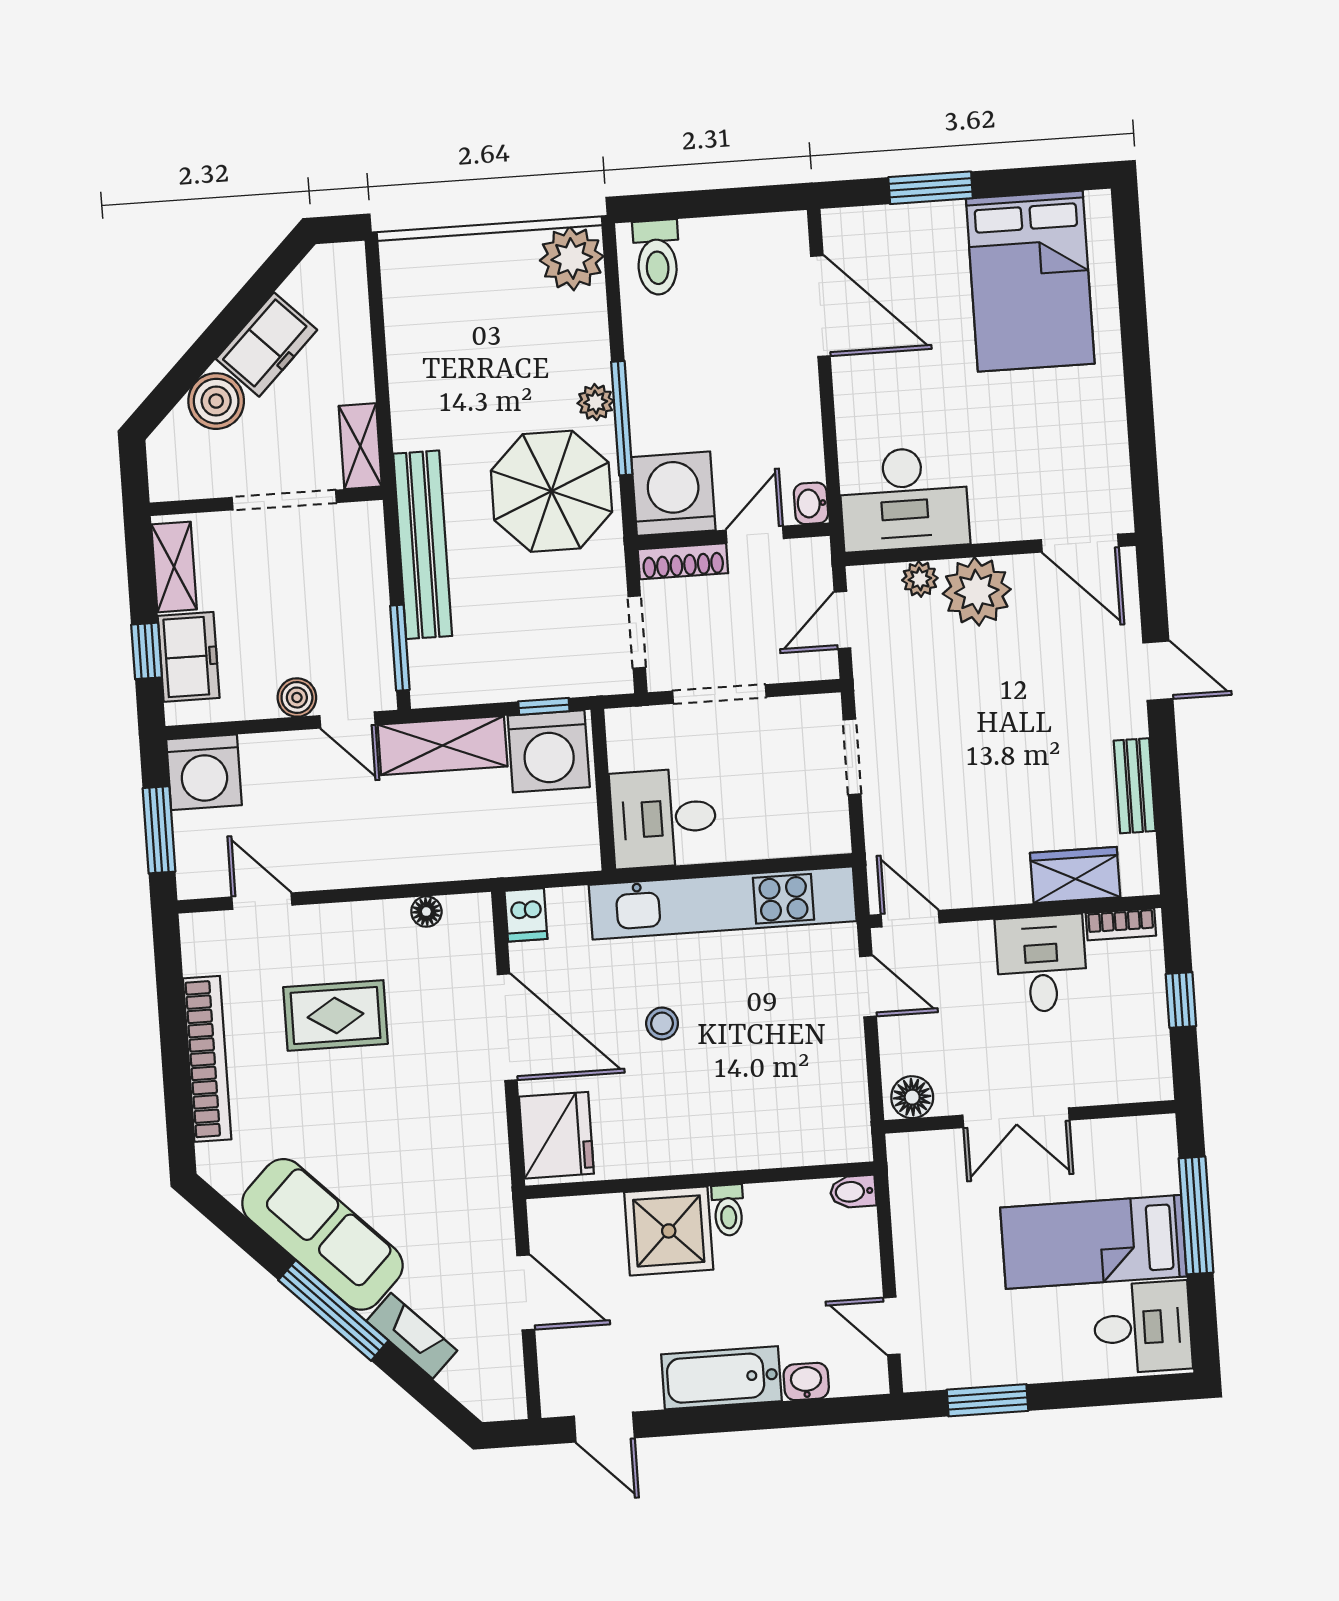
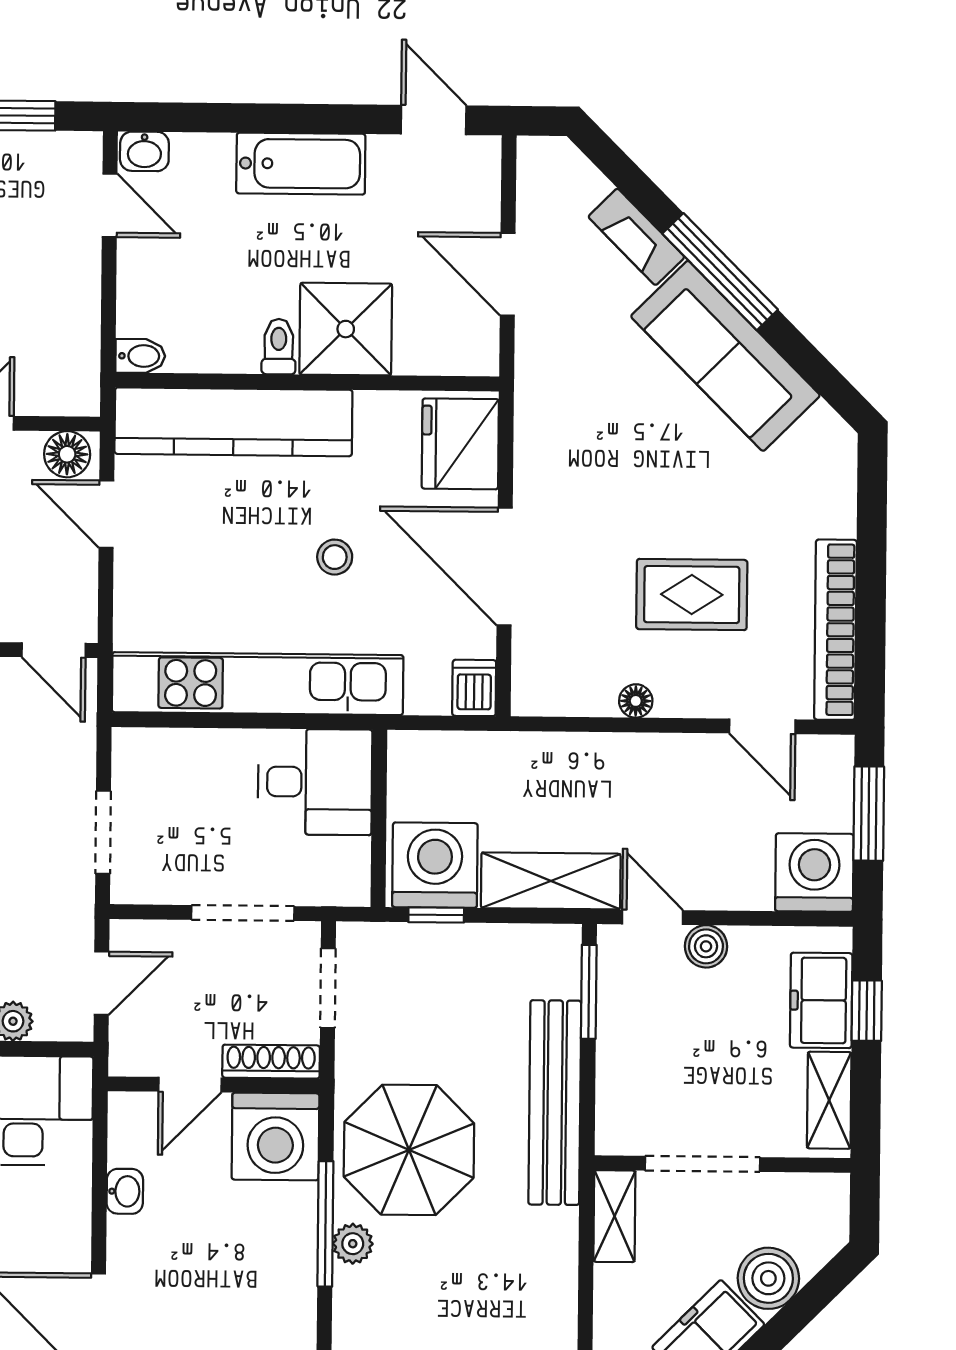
washbasin: (811, 503) -> (125, 1191), moved
floor lamp: (426, 912) -> (636, 701), moved
door: (868, 986) -> (106, 514), moved
bookcase: (207, 1059) -> (835, 630), moved
kitchen counter: (764, 1139) -> (233, 422), added
washbasin: (806, 1382) -> (144, 151), moved

